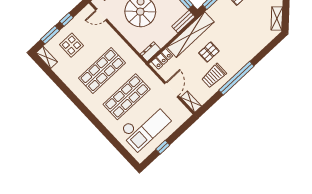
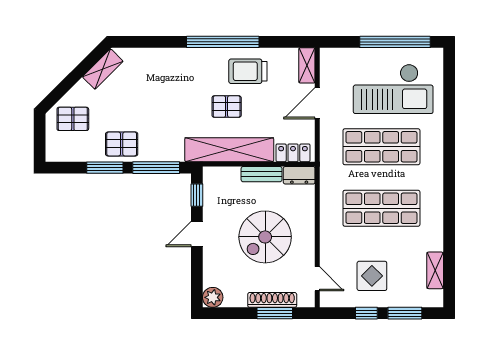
bench: (183, 22) -> (262, 174), moved
display table: (71, 45) -> (372, 276), moved
shelving: (47, 57) -> (435, 270), moved
trolley: (214, 76) -> (248, 71), turned 180
checkout: (145, 126) -> (393, 89), turned 180
window: (163, 147) -> (395, 42), width x3.17

